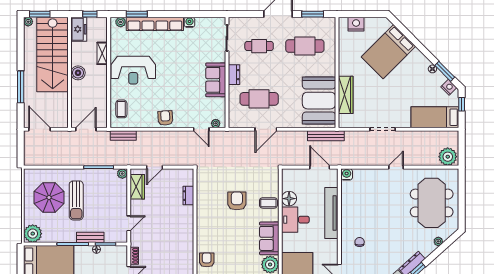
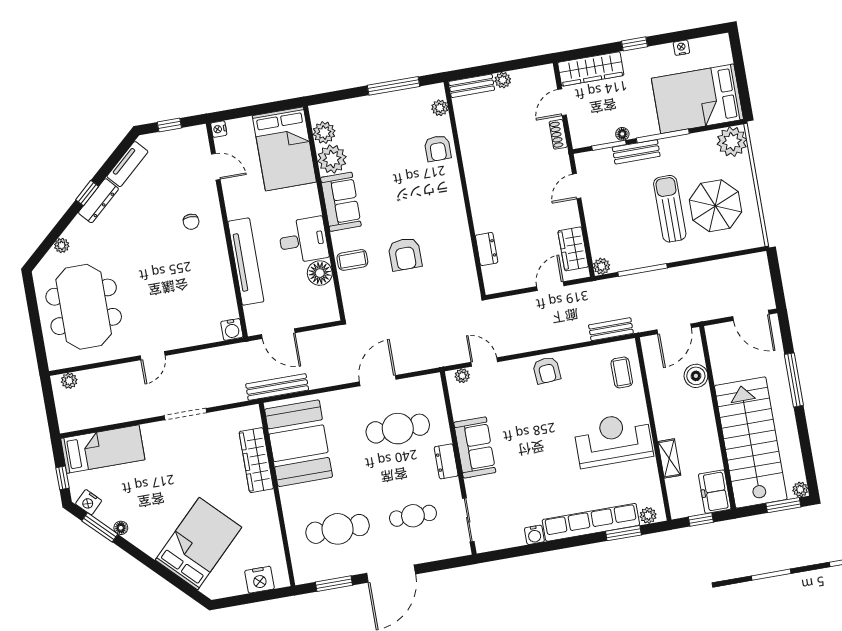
boiler: (78, 73) -> (696, 376), moved
plant: (448, 157) -> (69, 381), width x0.53, depth x0.53

